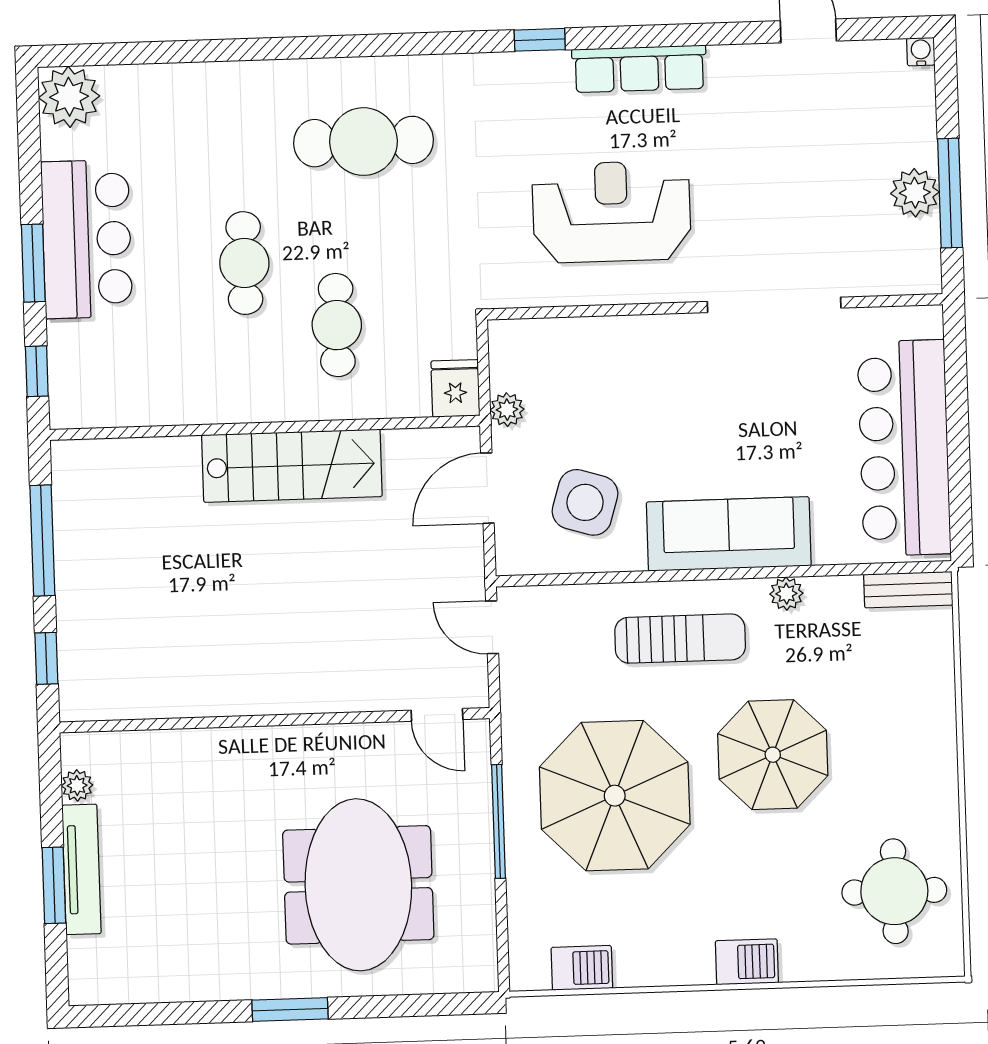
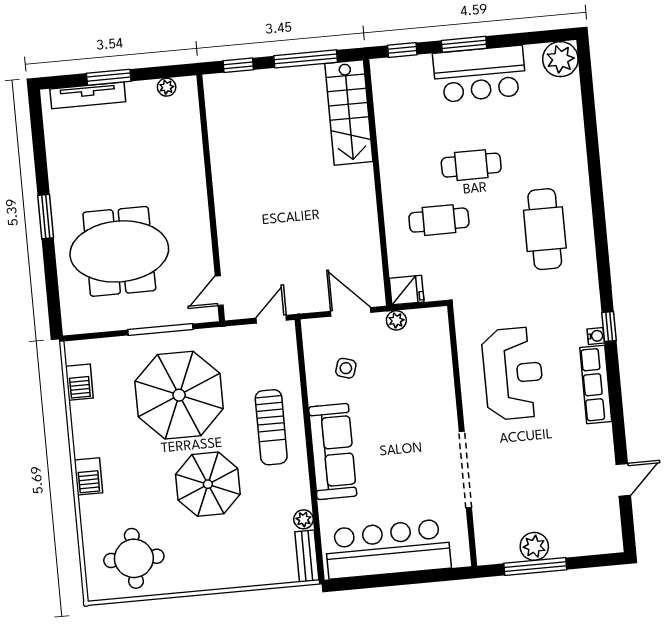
water cooler: (921, 52) -> (596, 336), moved
stairs: (292, 466) -> (349, 113), moved
side table: (585, 502) -> (346, 368), width x0.54, depth x0.54
plant: (786, 594) -> (304, 519), moved
tv unit: (82, 869) -> (88, 95), moved

